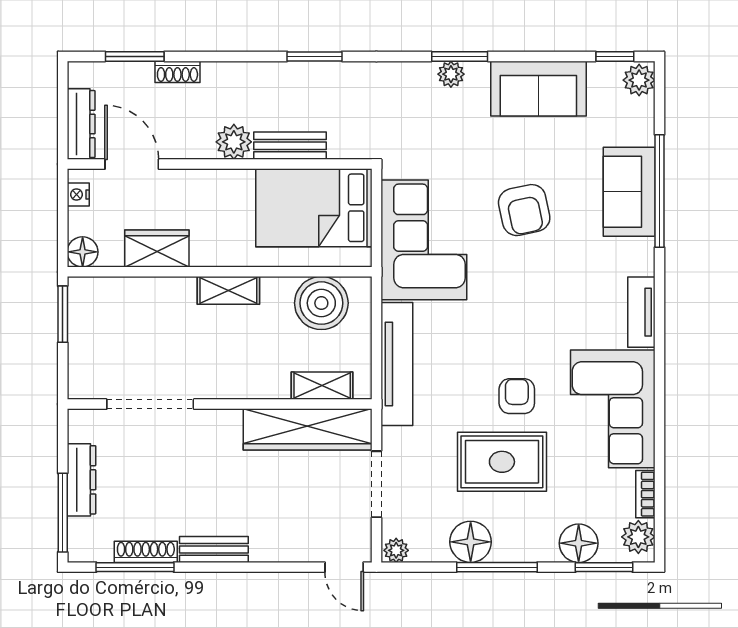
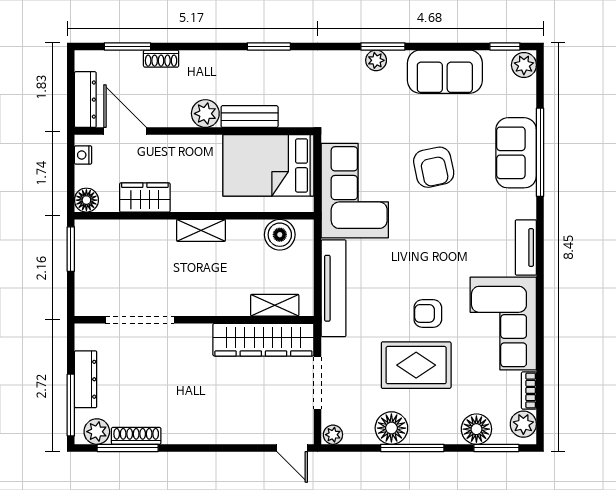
boiler: (321, 303) -> (280, 235), width x0.73, depth x0.73
armchair: (517, 396) -> (428, 313), turned -90
plant: (96, 546) -> (97, 432), added
bench: (214, 549) -> (190, 434), removed

